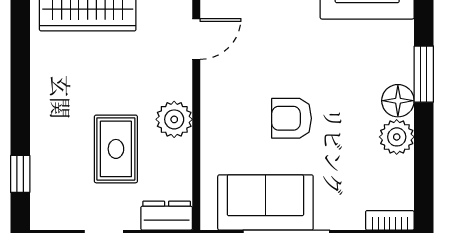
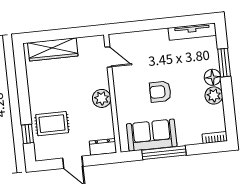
door: (196, 39) -> (108, 57), hinge flipped
rug: (116, 149) -> (52, 124), moved, turned 90

